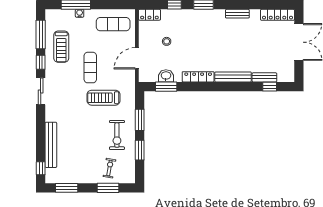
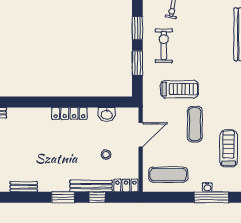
bench: (233, 77) -> (91, 186), moved
window: (166, 87) -> (107, 102), removed

